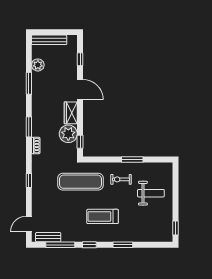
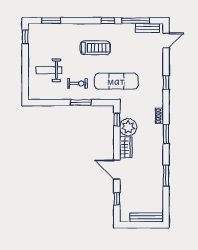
plant: (38, 65) -> (157, 193), removed
window: (132, 159) -> (81, 103), moved
window: (123, 245) -> (51, 21), moved

